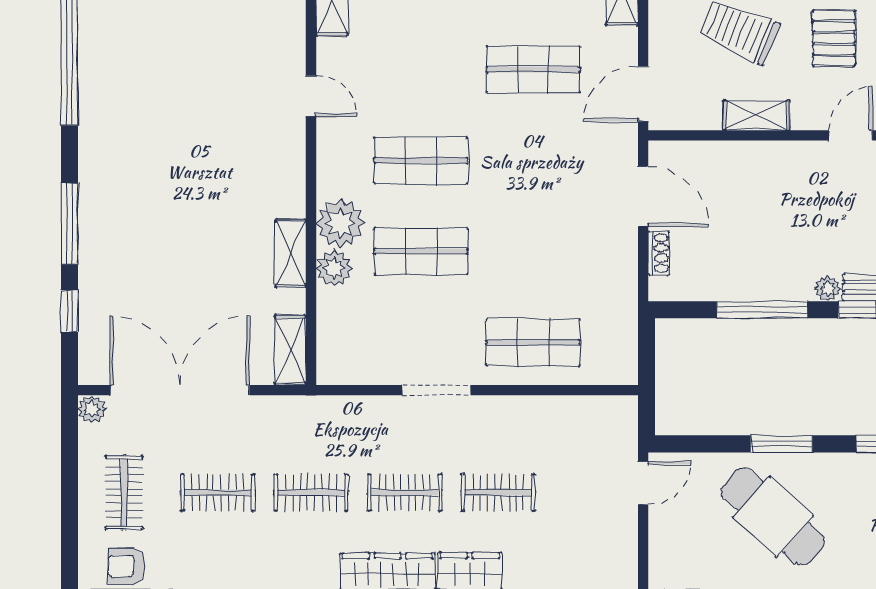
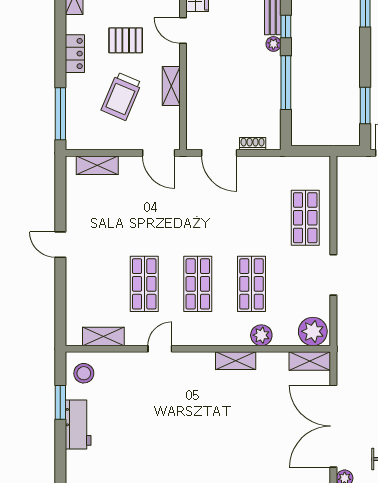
shop shelf: (533, 69) -> (144, 284), moved
door: (643, 196) -> (219, 153), swing flipped
plant: (340, 223) -> (313, 331), moved
shelving: (291, 253) -> (236, 361), moved
window: (782, 444) -> (365, 106), moved

